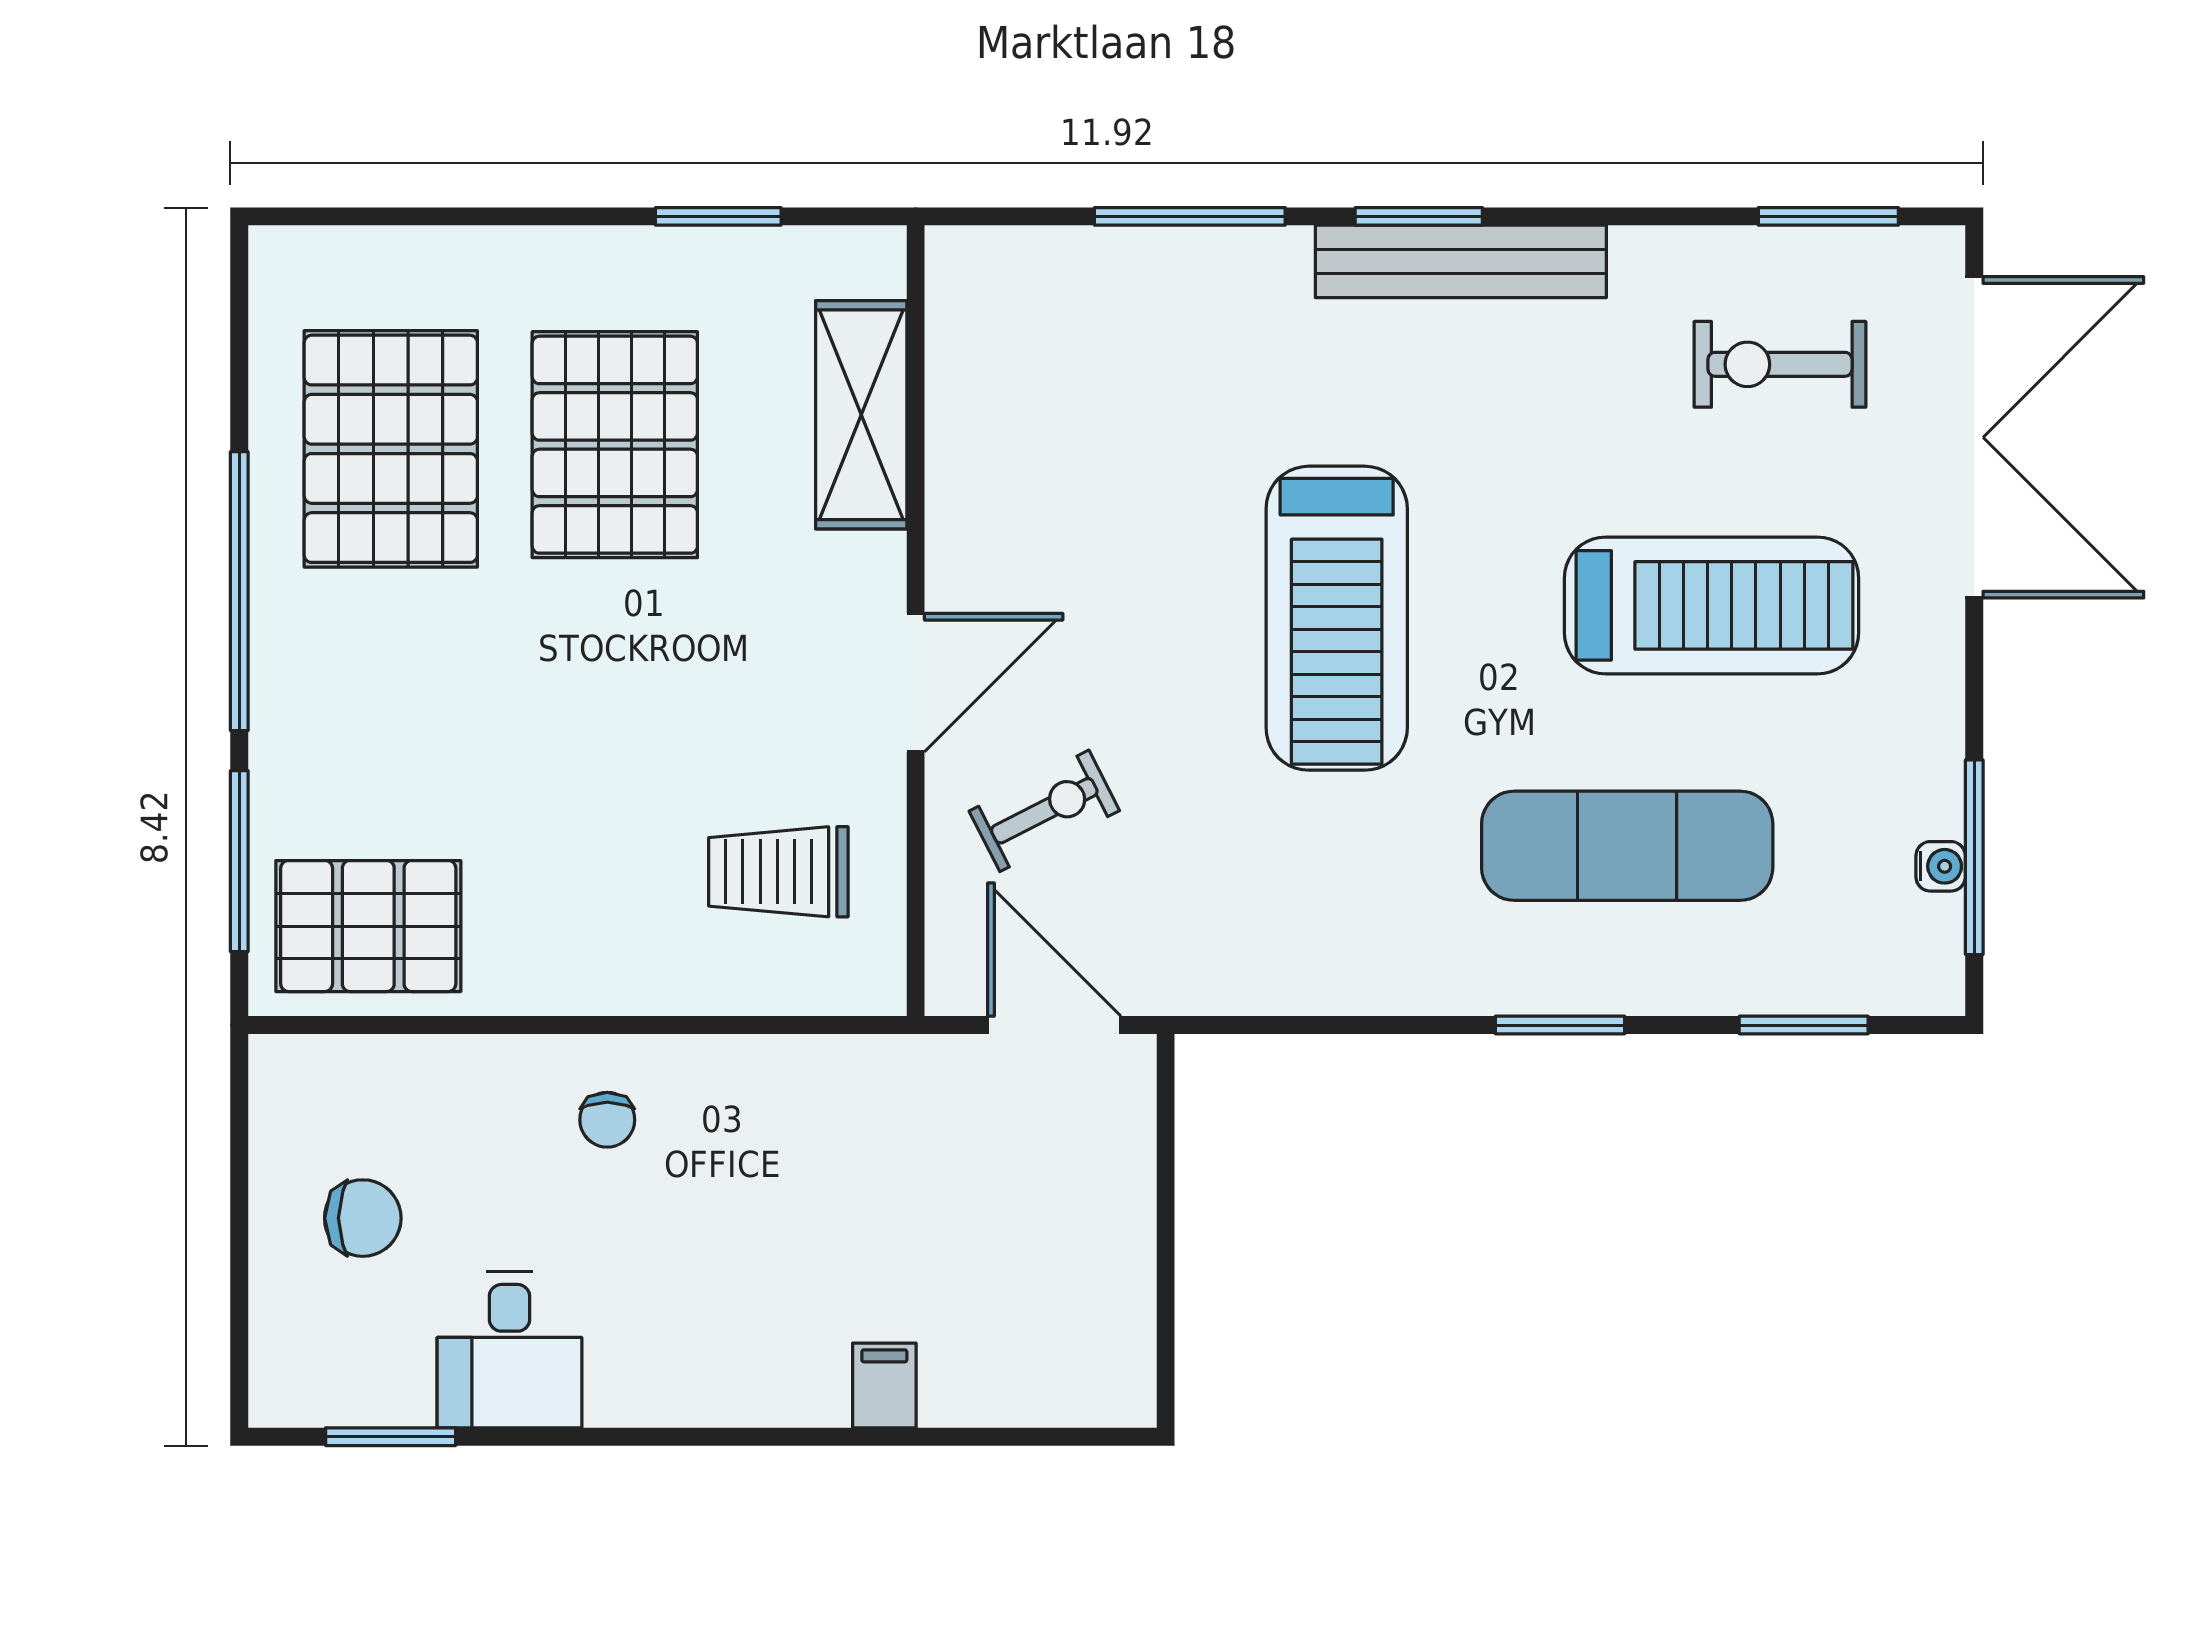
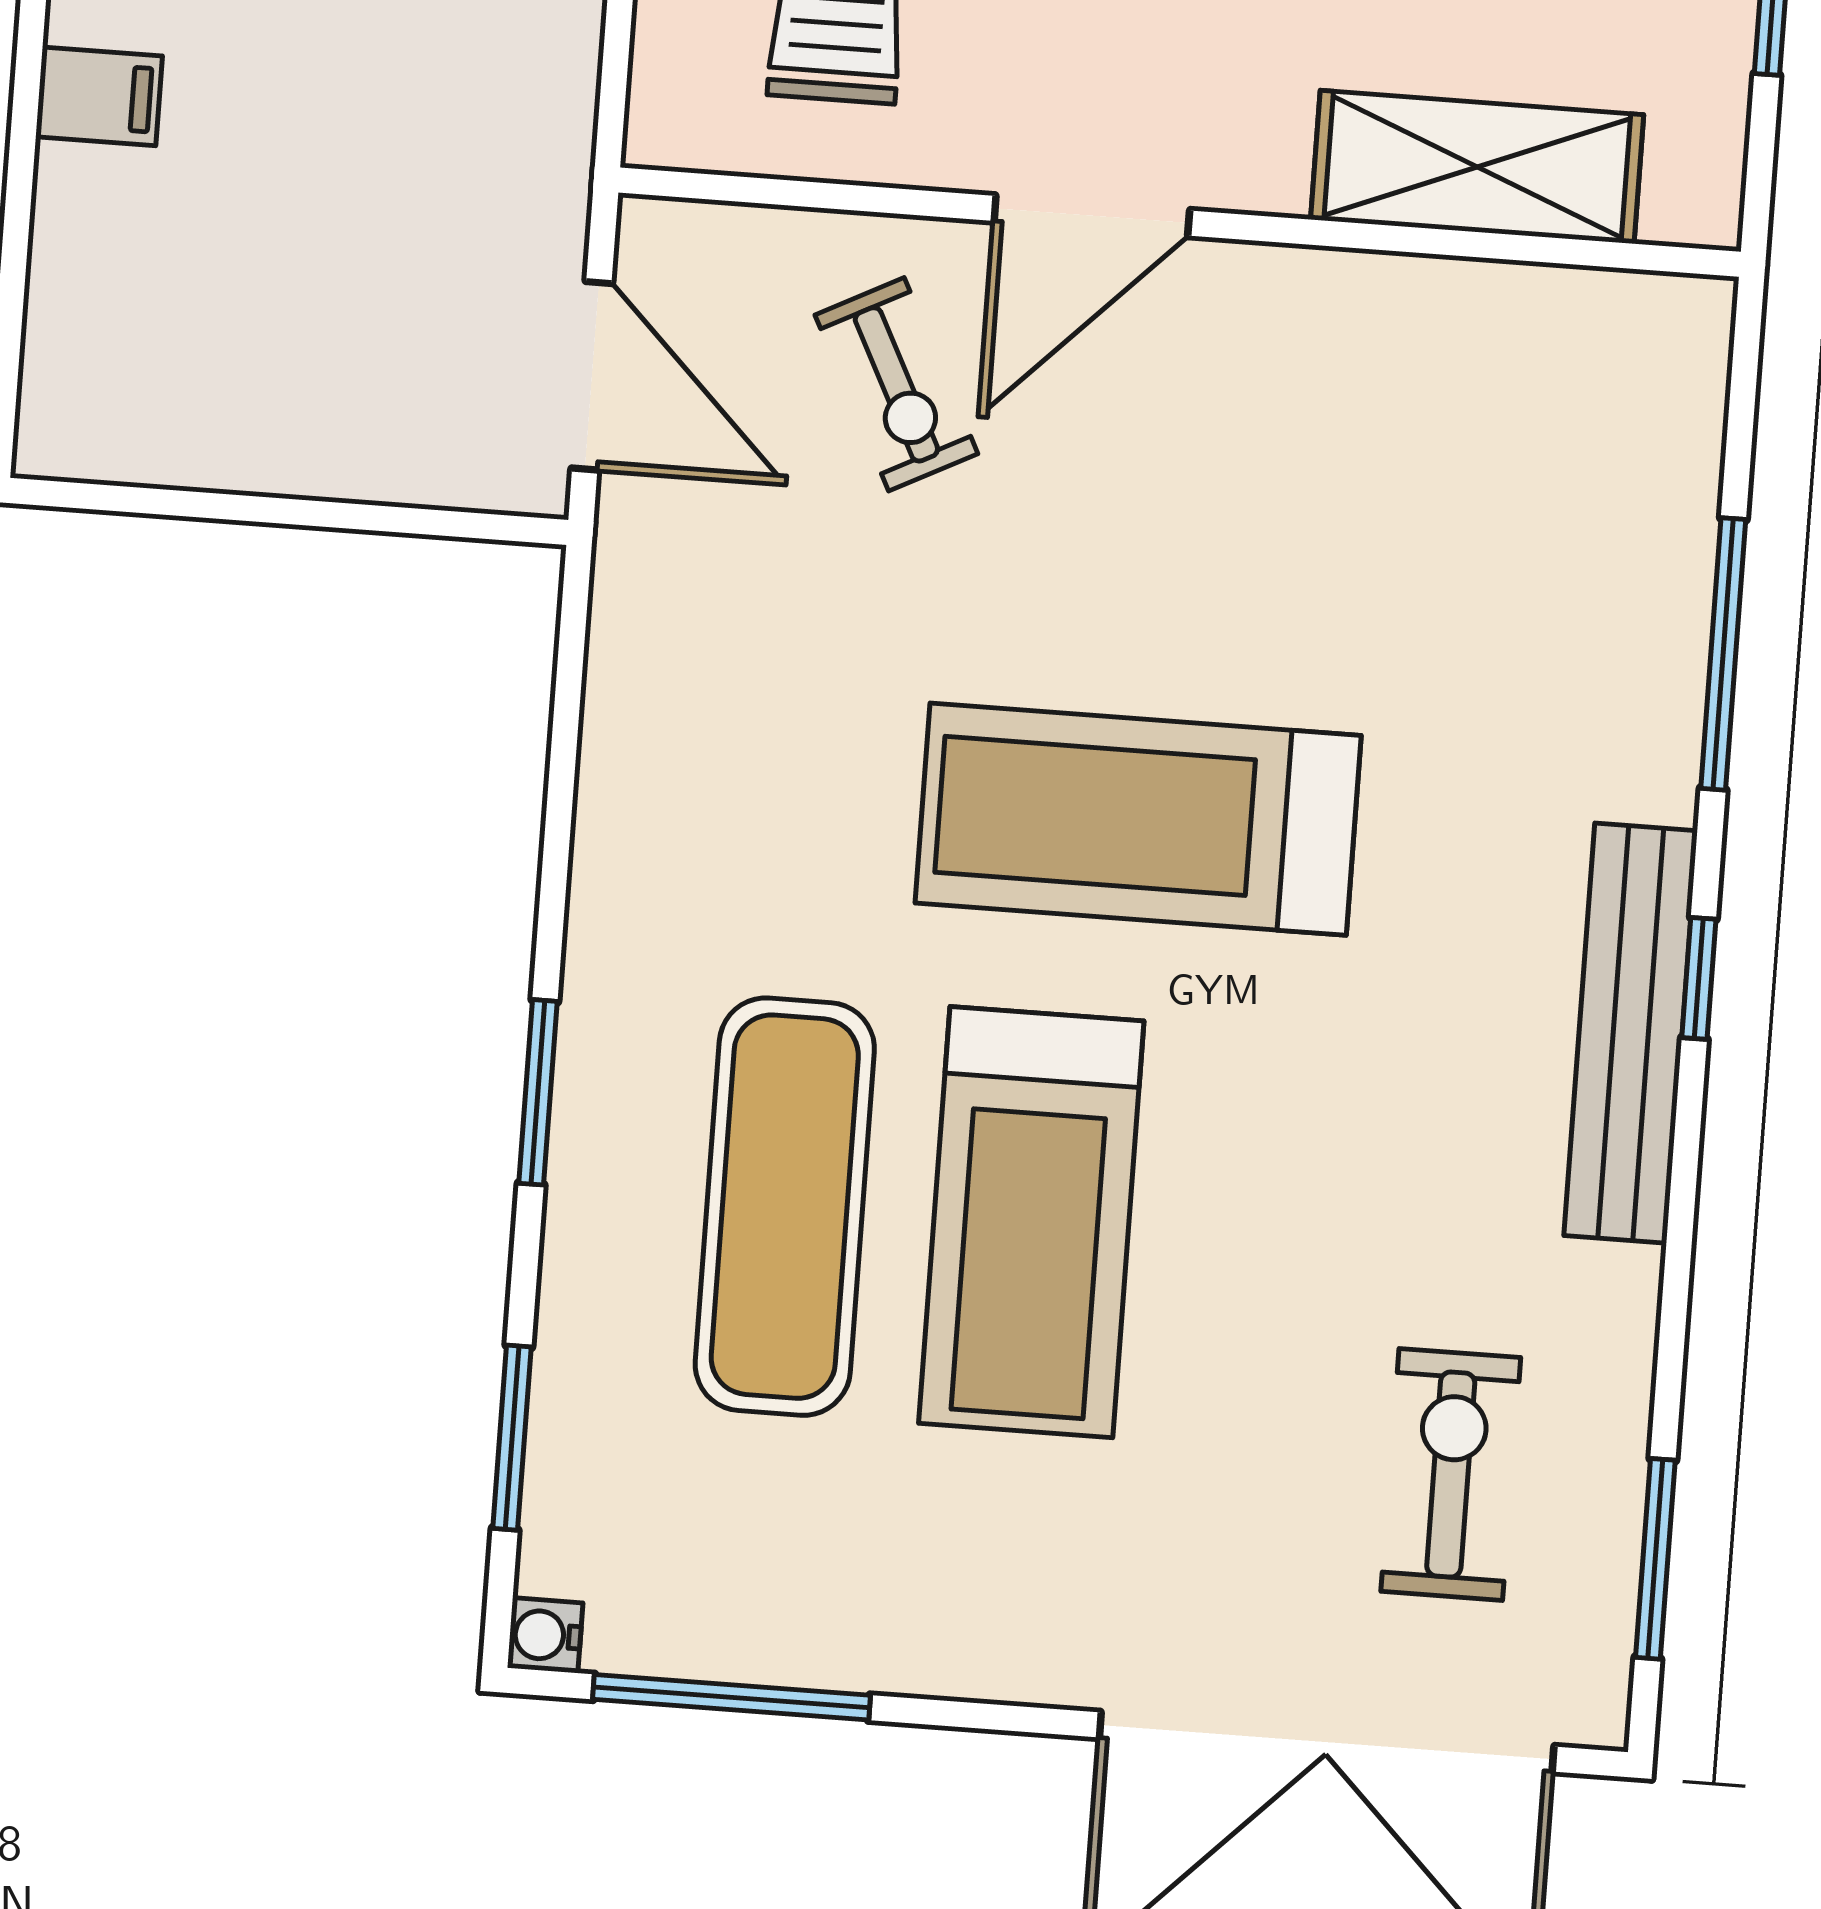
window: (1419, 216) -> (1699, 978), width x0.67
treadmill: (1712, 605) -> (1031, 1222), moved
door: (916, 683) -> (1092, 216), hinge flipped
water cooler: (1941, 866) -> (545, 1635), moved, turned 90
door: (1054, 1025) -> (592, 376), hinge flipped

